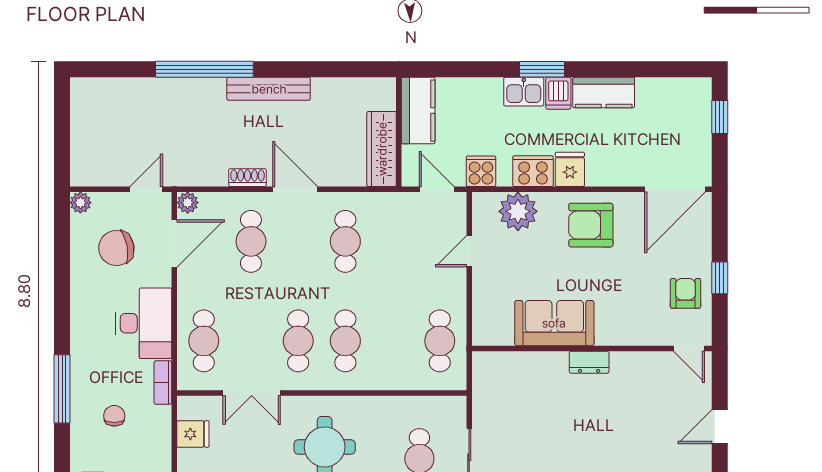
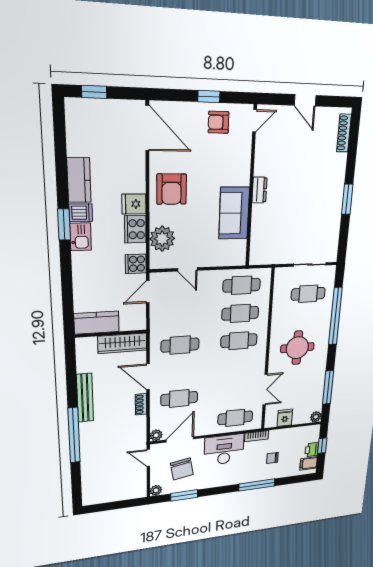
kitchen counter: (418, 111) -> (97, 323), moved
wall: (399, 132) -> (111, 334), moved
wardrobe: (382, 149) -> (122, 343), moved
door: (295, 189) -> (148, 377), hinge flipped
door: (174, 244) -> (180, 439), hinge flipped
window: (62, 253) -> (184, 495), added
cafe table: (298, 341) -> (240, 313), moved

